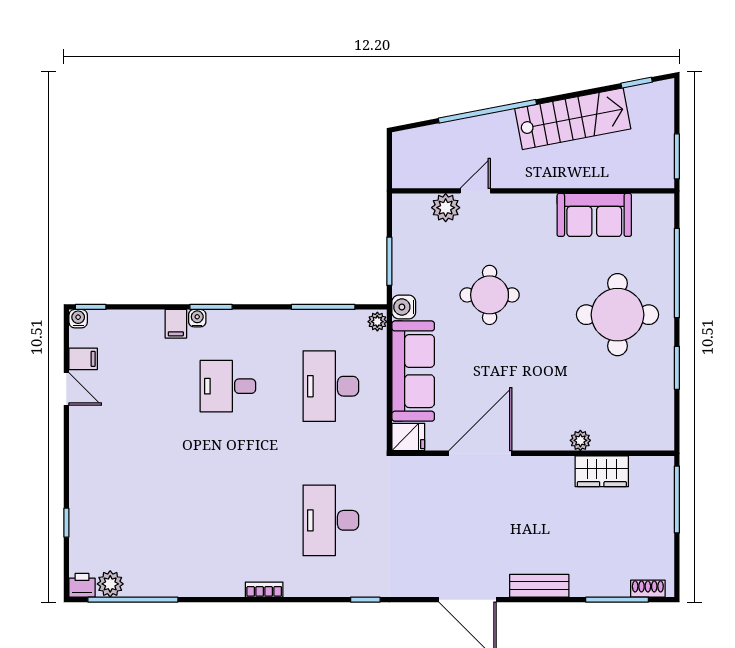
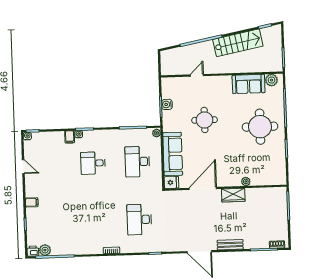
plant: (446, 208) -> (271, 80), moved
water cooler: (404, 307) -> (167, 104), moved
filing cabinet: (83, 359) -> (32, 202), moved
wardrobe: (602, 471) -> (233, 195), moved

